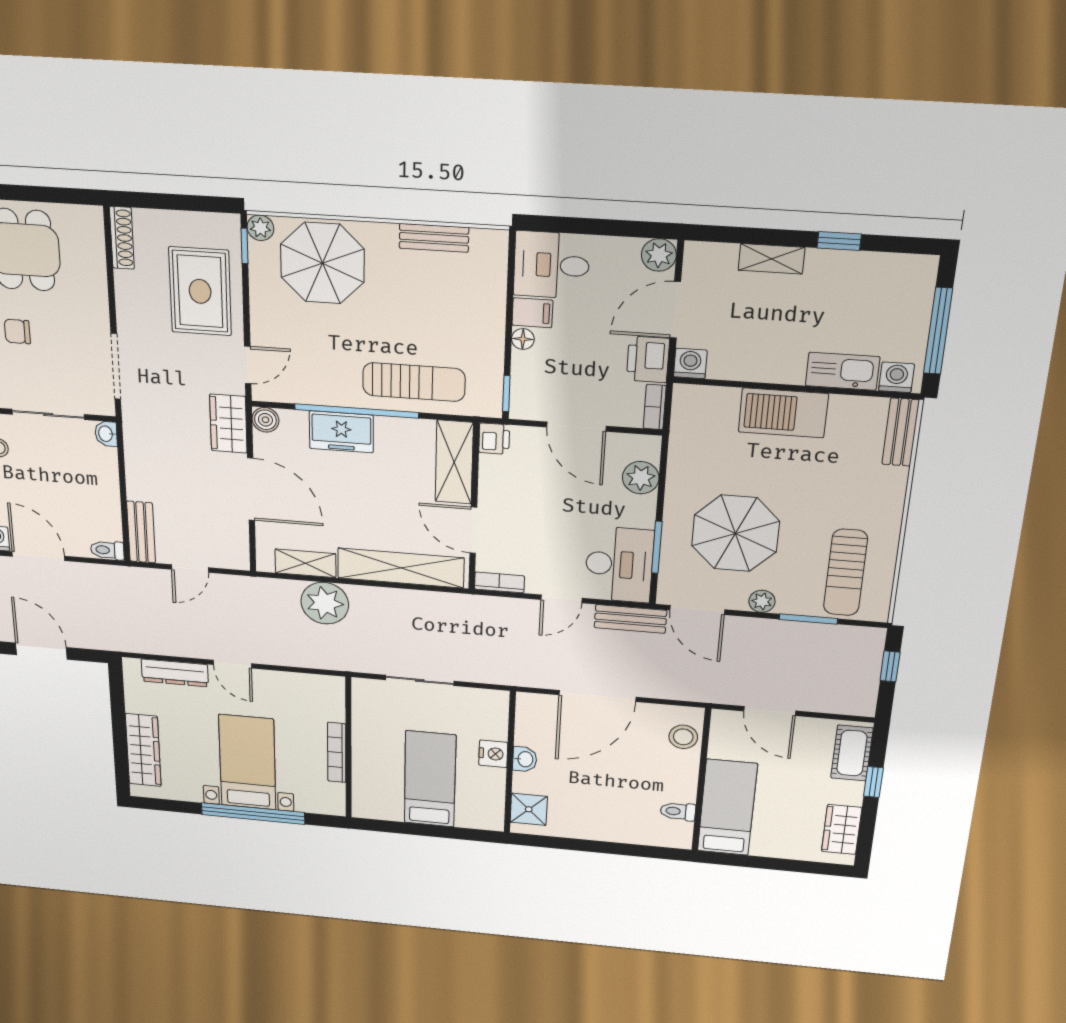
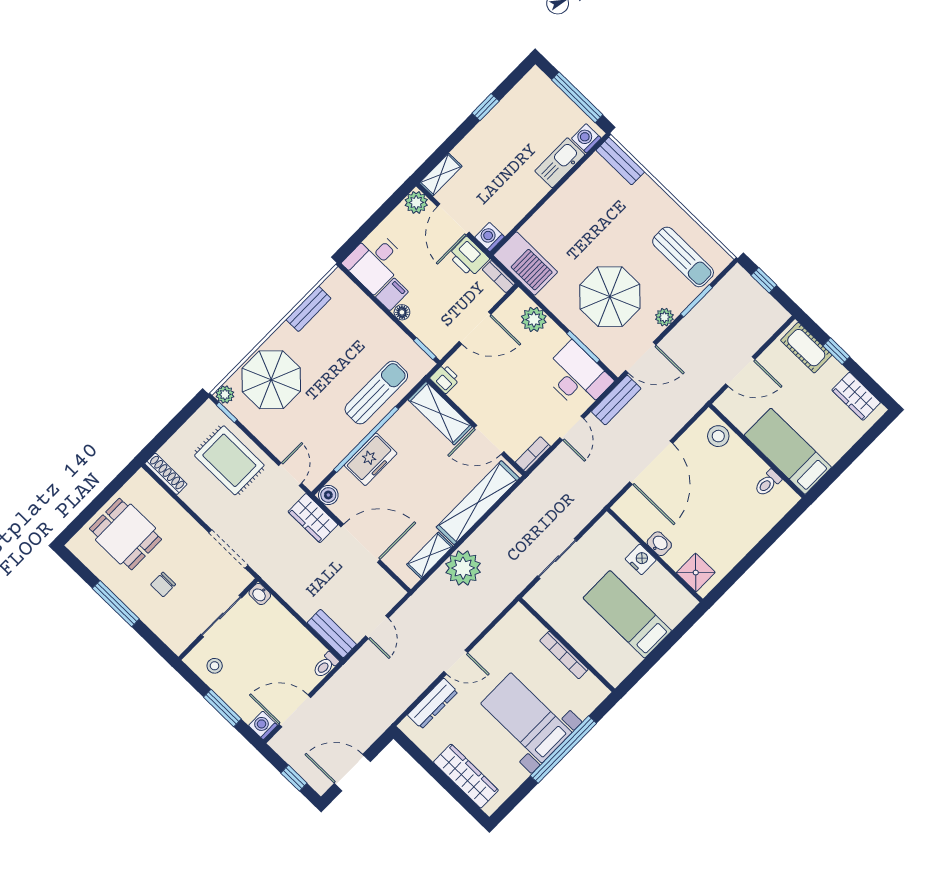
shelving: (772, 259) -> (441, 175), moved
barbecue: (783, 413) -> (525, 264), moved, turned -90

